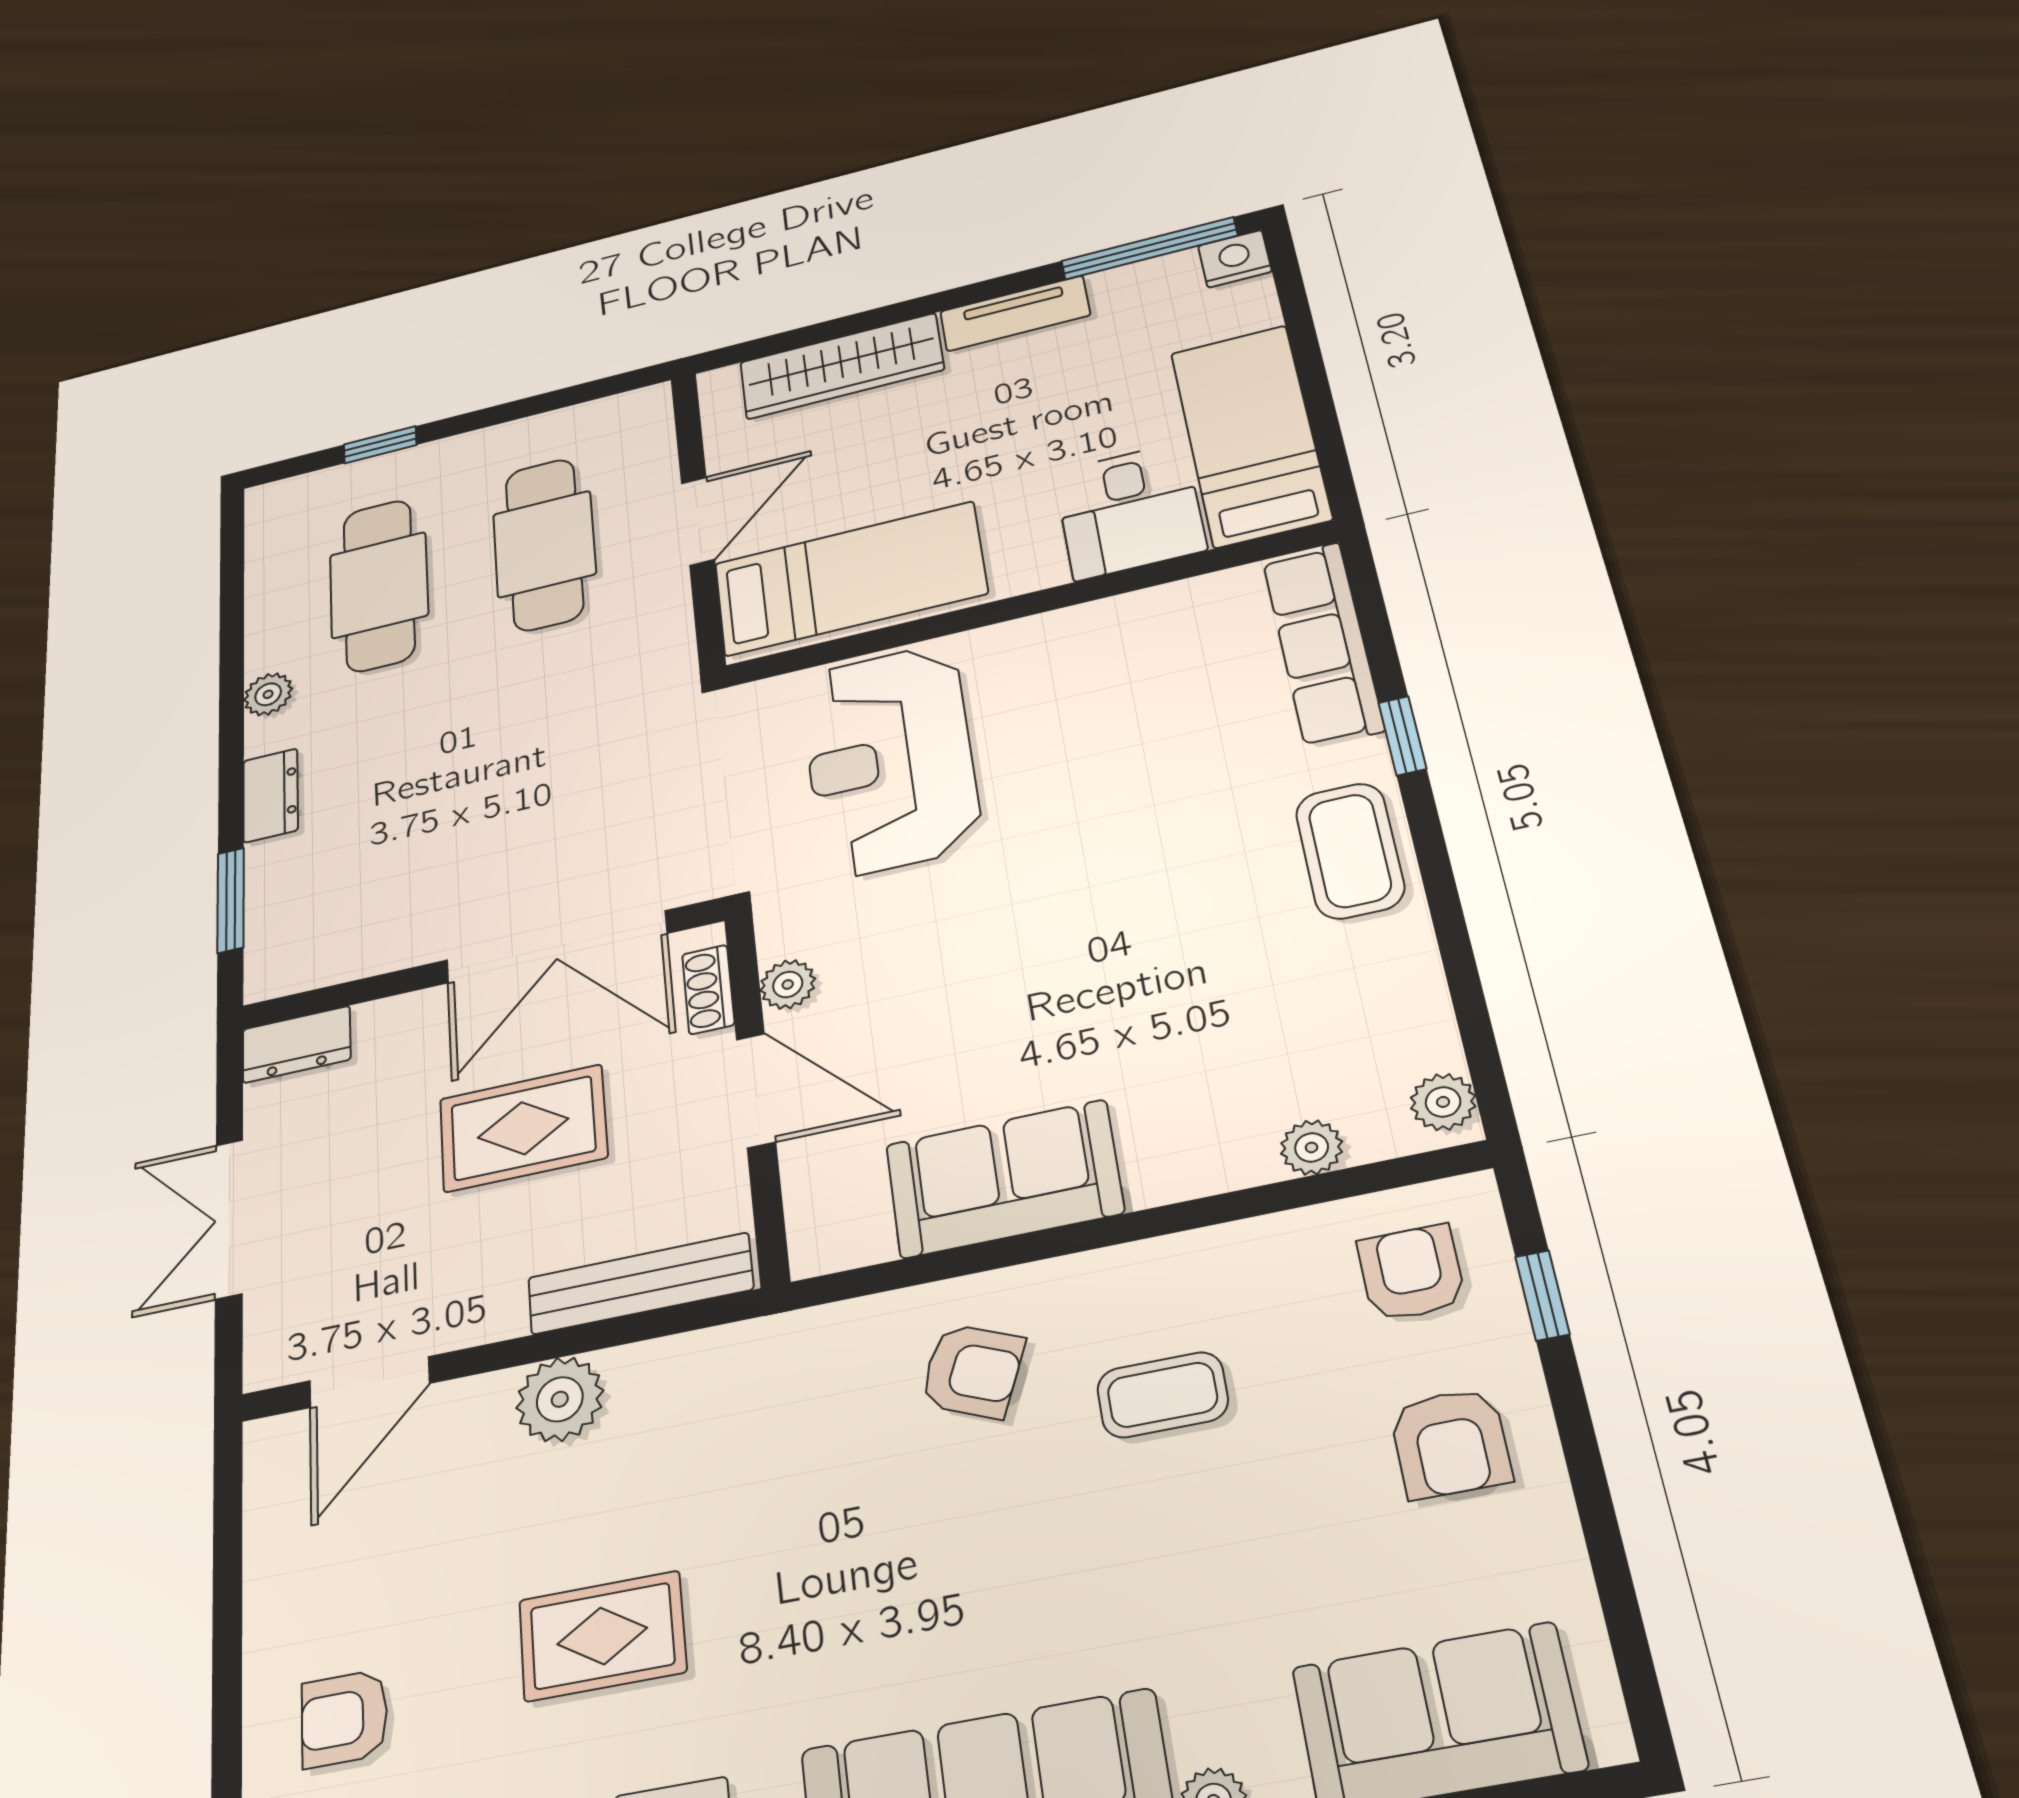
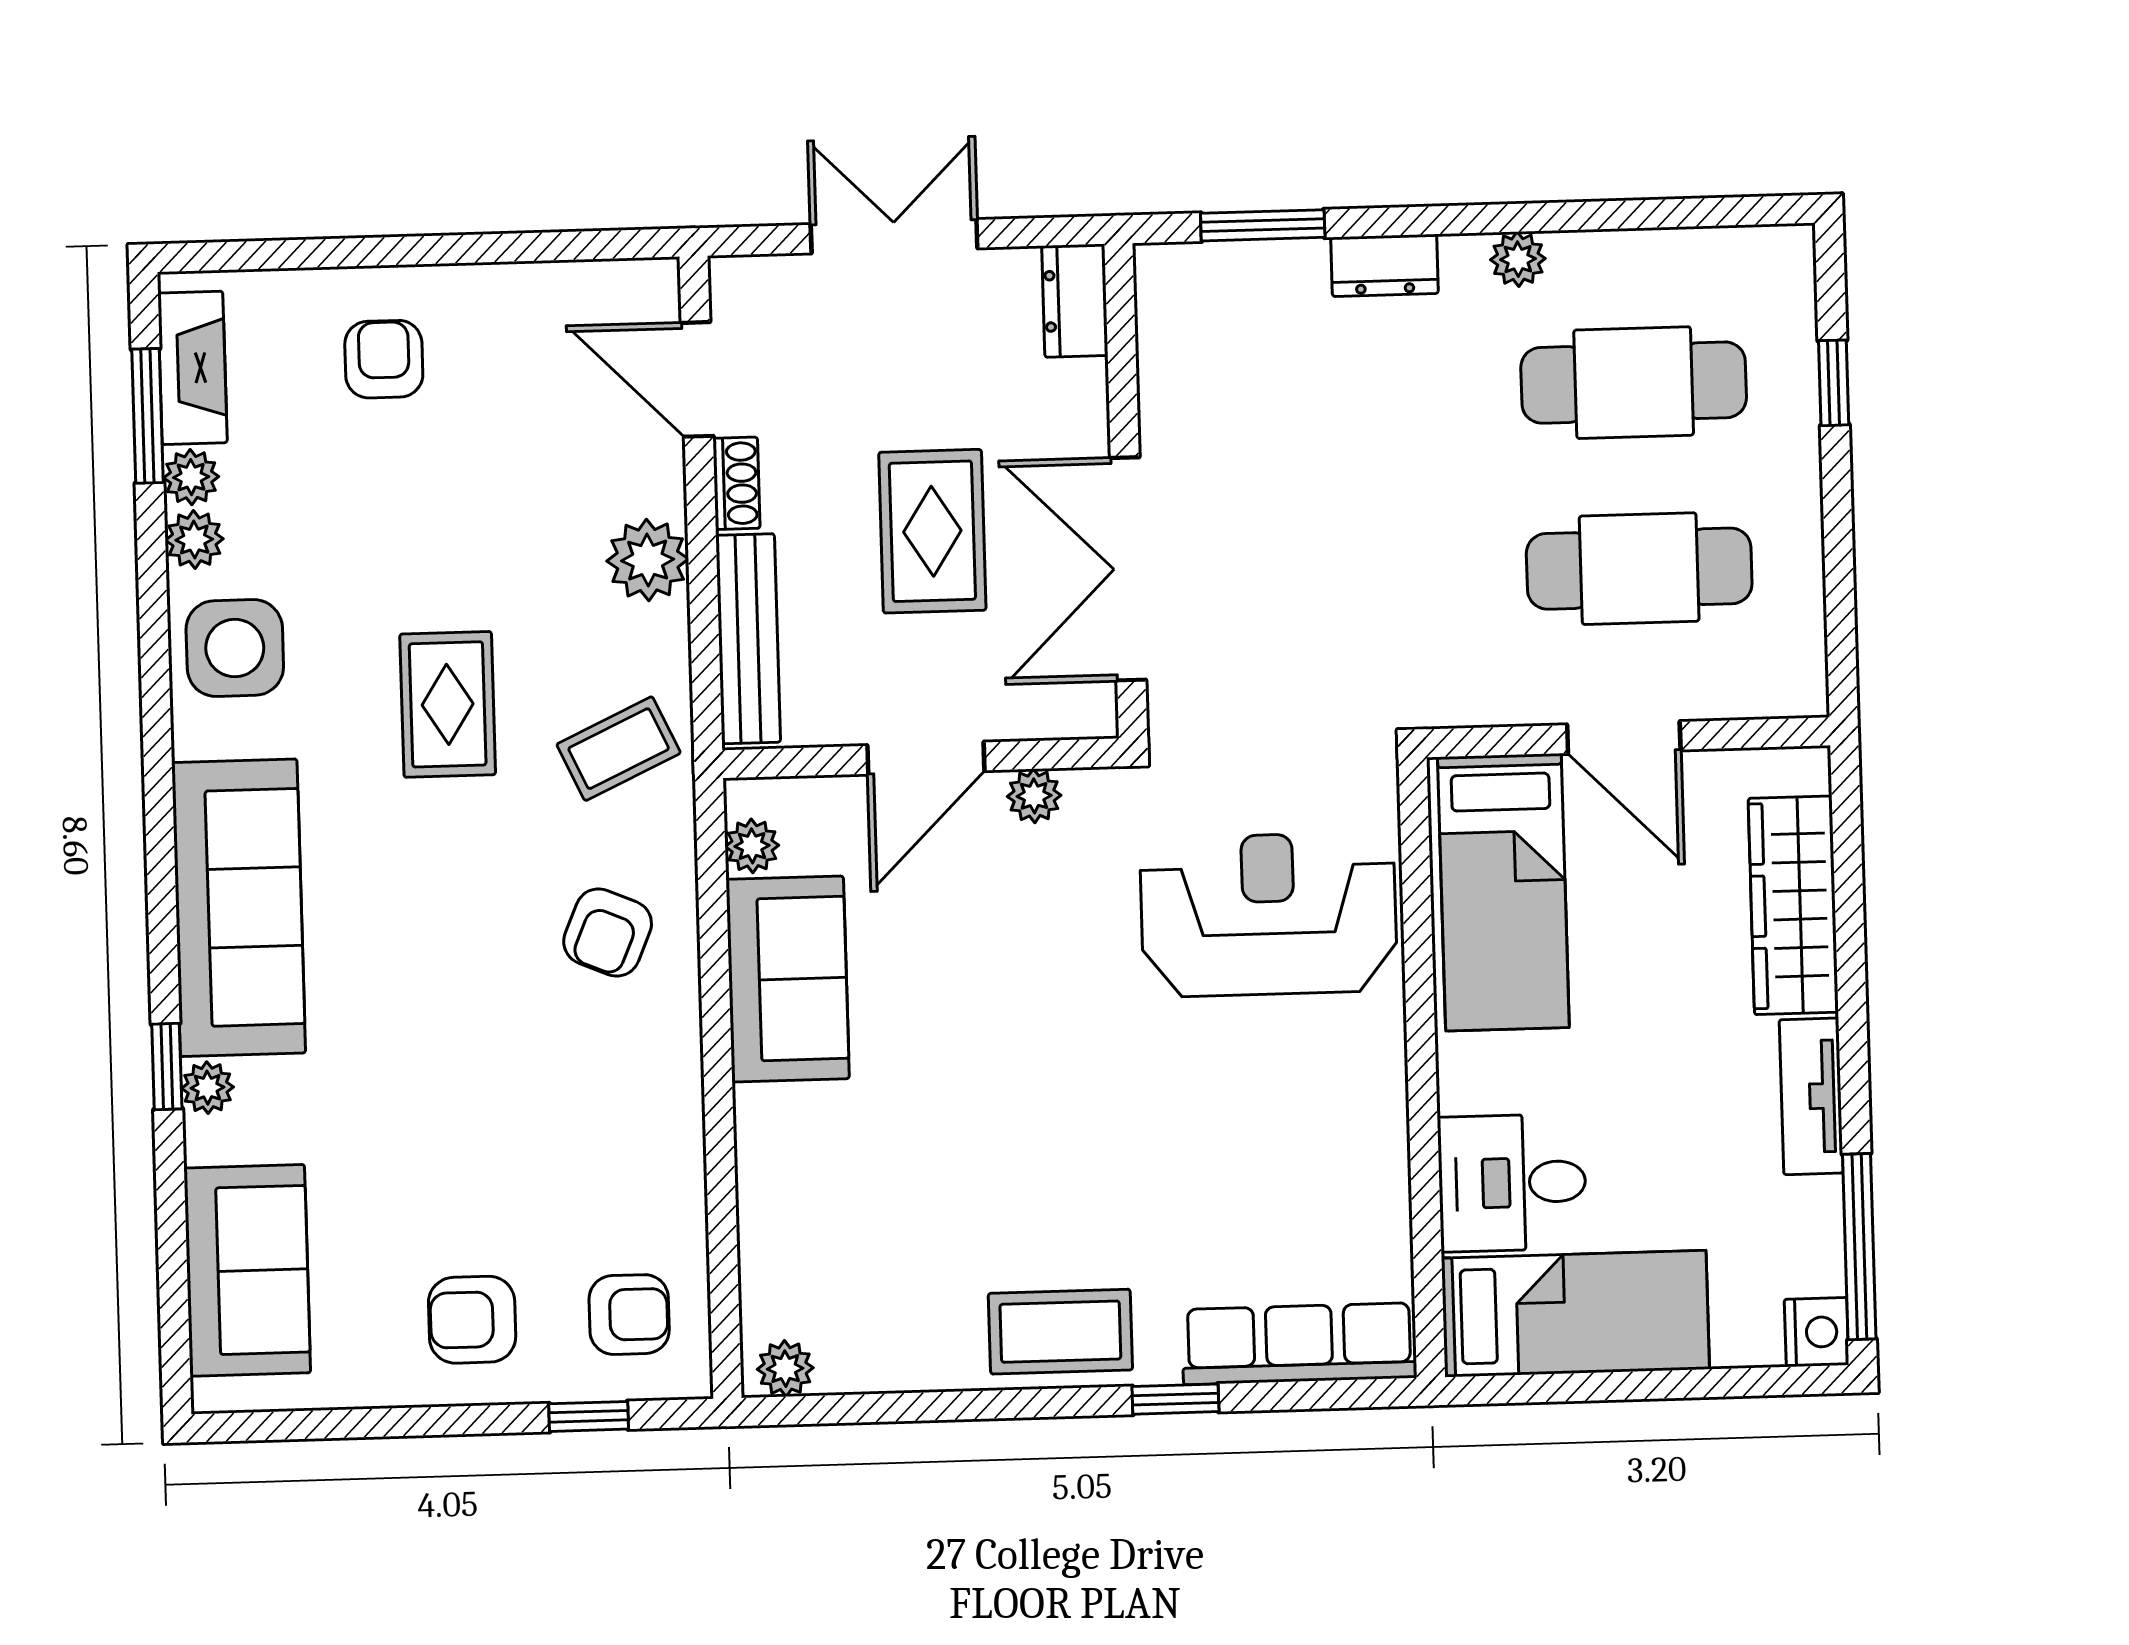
shoe rack: (708, 989) -> (736, 483), moved, turned 90
plant: (1312, 1147) -> (752, 846), moved
coffee table: (1163, 1395) -> (619, 749), moved, turned 65
rug: (602, 1636) -> (448, 704), moved

